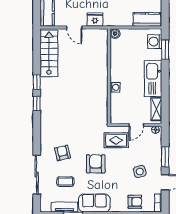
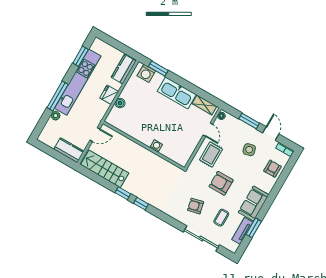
fridge: (95, 20) -> (109, 95), moved
wall: (109, 76) -> (144, 146), moved
washing machine: (115, 87) -> (156, 146), moved

